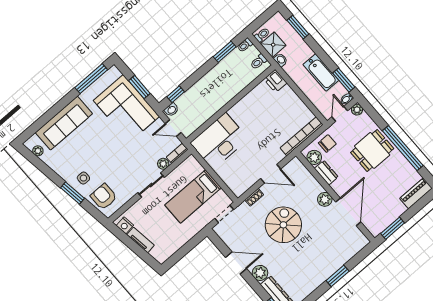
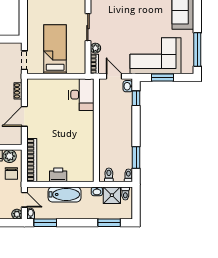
bathtub: (321, 72) -> (65, 194), moved, turned 180
printer: (275, 81) -> (58, 175), moved
door: (173, 128) -> (114, 76), hinge flipped
desk: (219, 141) -> (81, 95), width x0.73, depth x0.77

